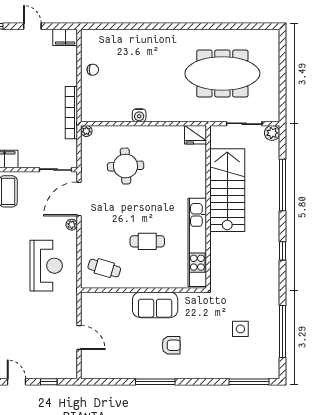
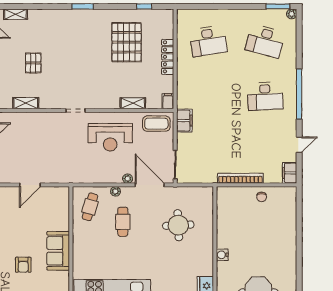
bookcase: (71, 113) -> (240, 178), moved
water cooler: (139, 115) -> (222, 255), moved
plant: (86, 131) -> (115, 191), moved
cafe table: (147, 241) -> (123, 222), moved
reception desk: (46, 266) -> (110, 137), moved

